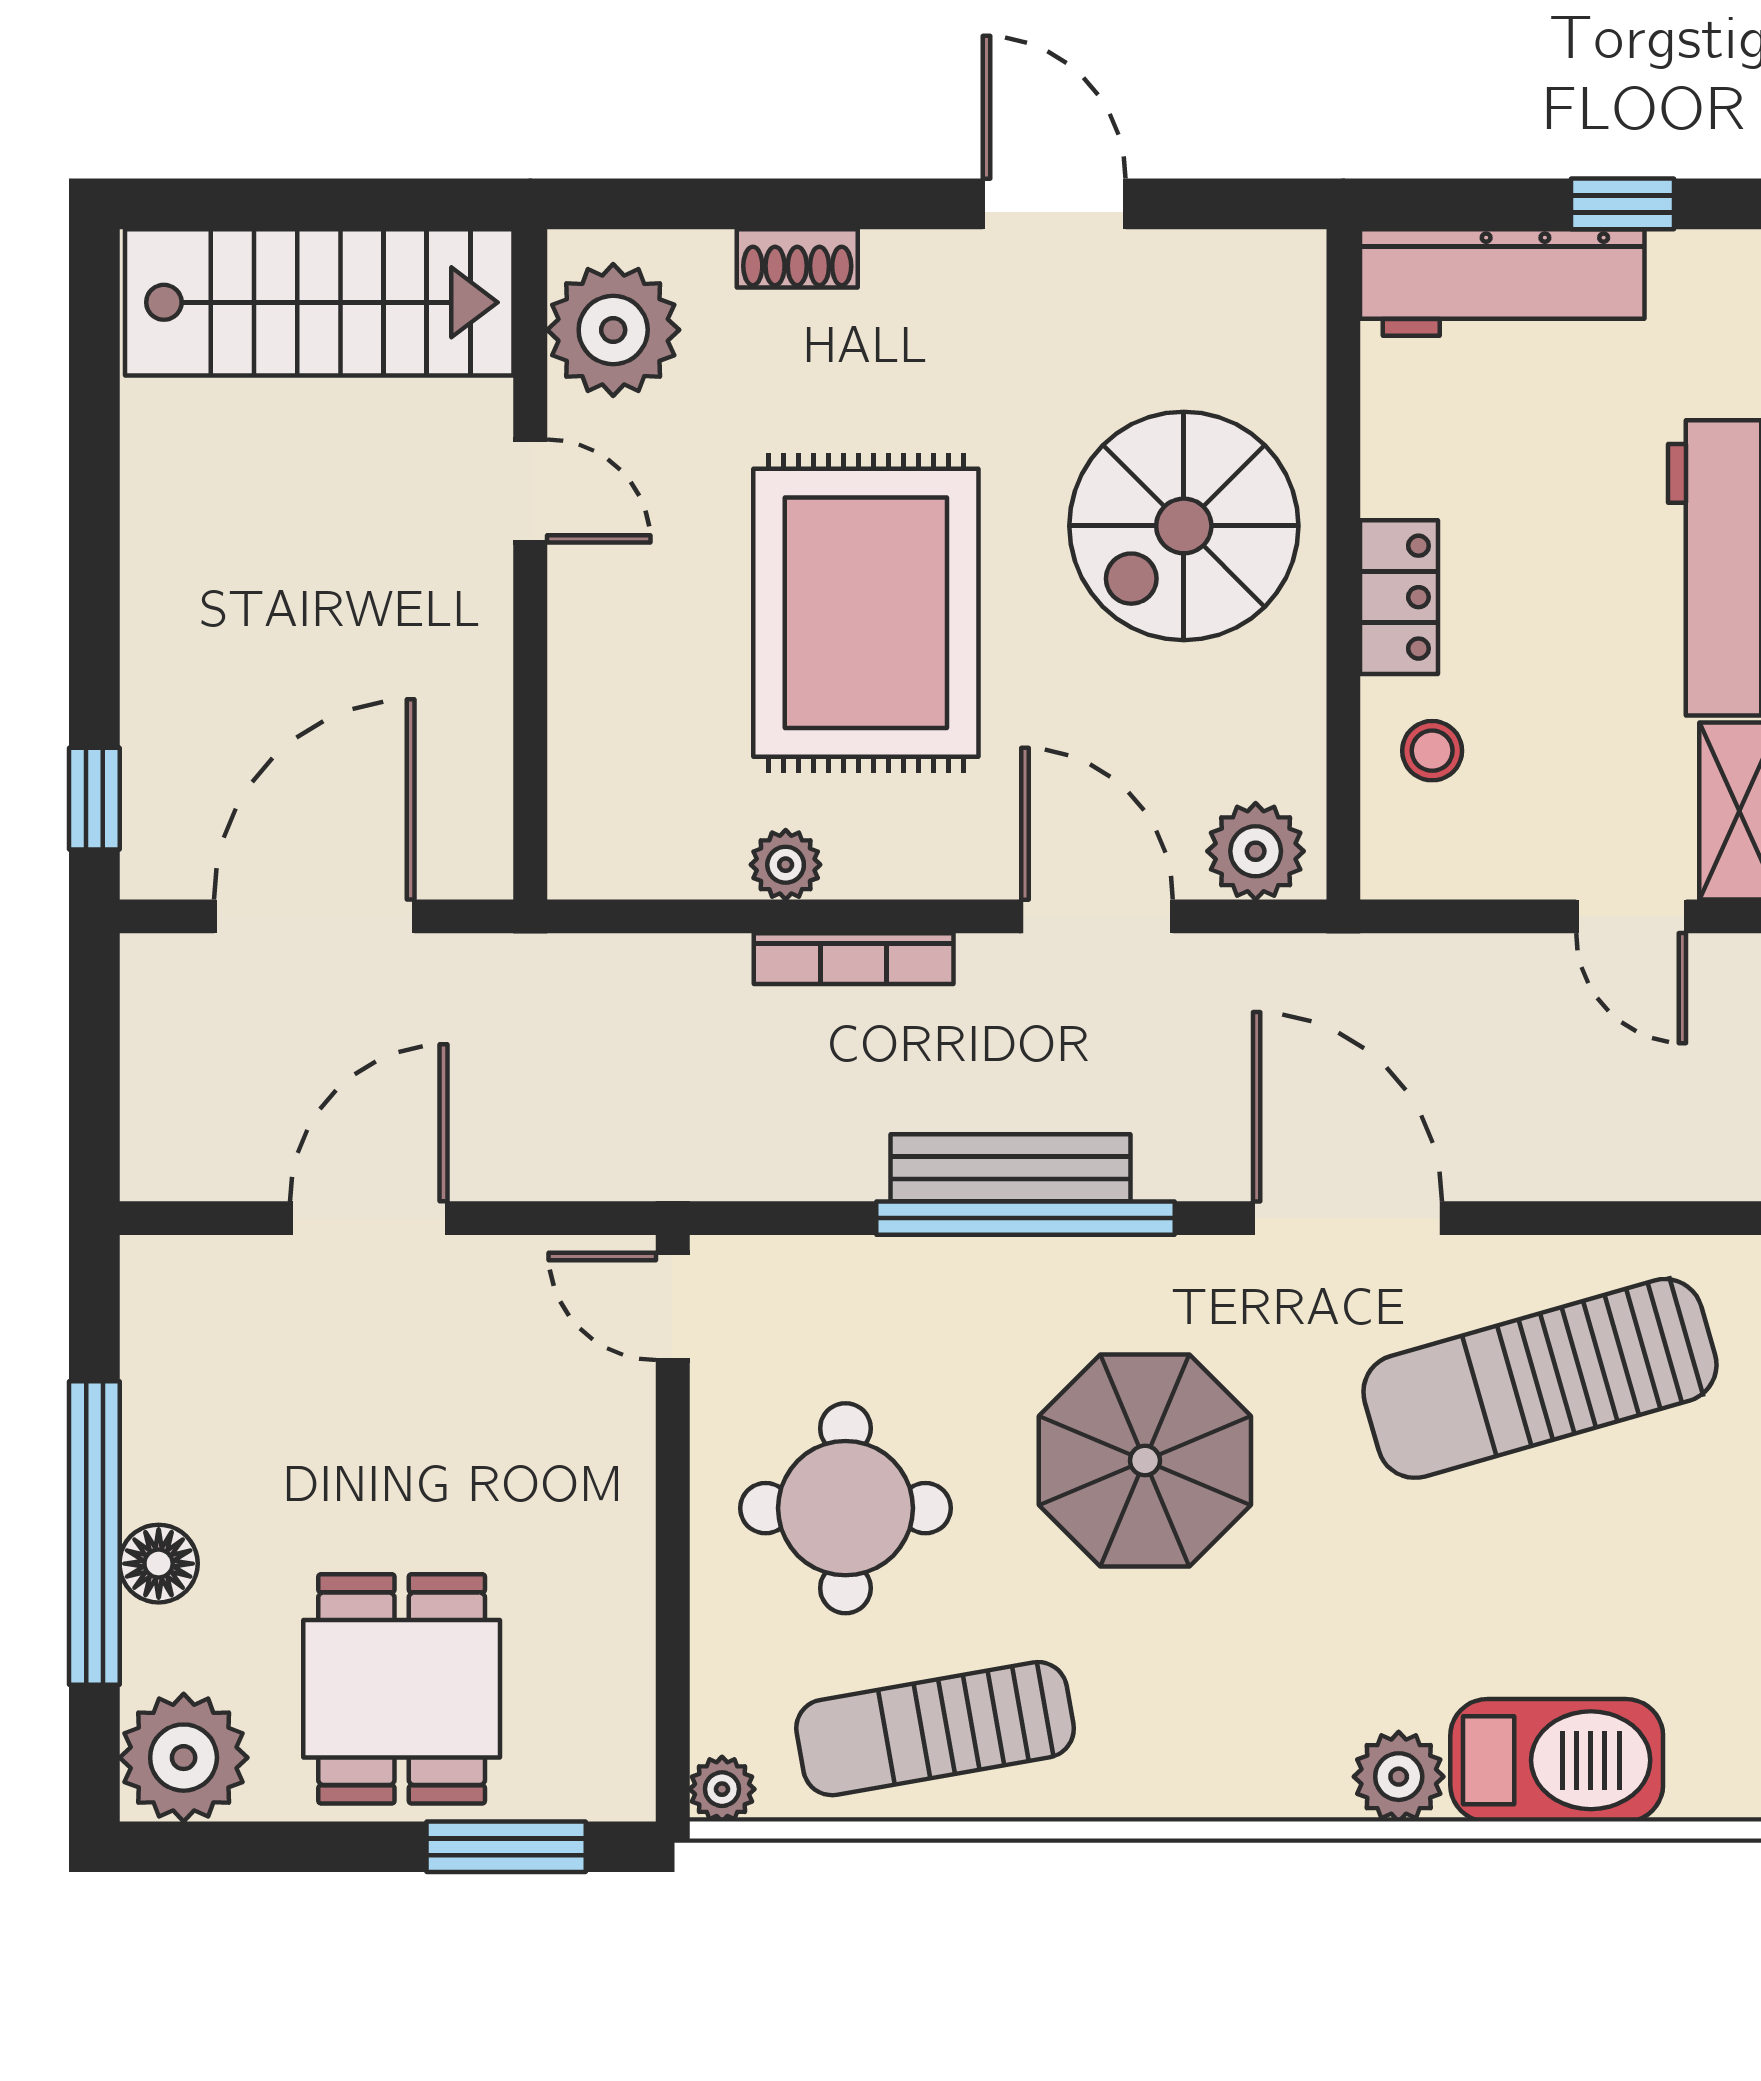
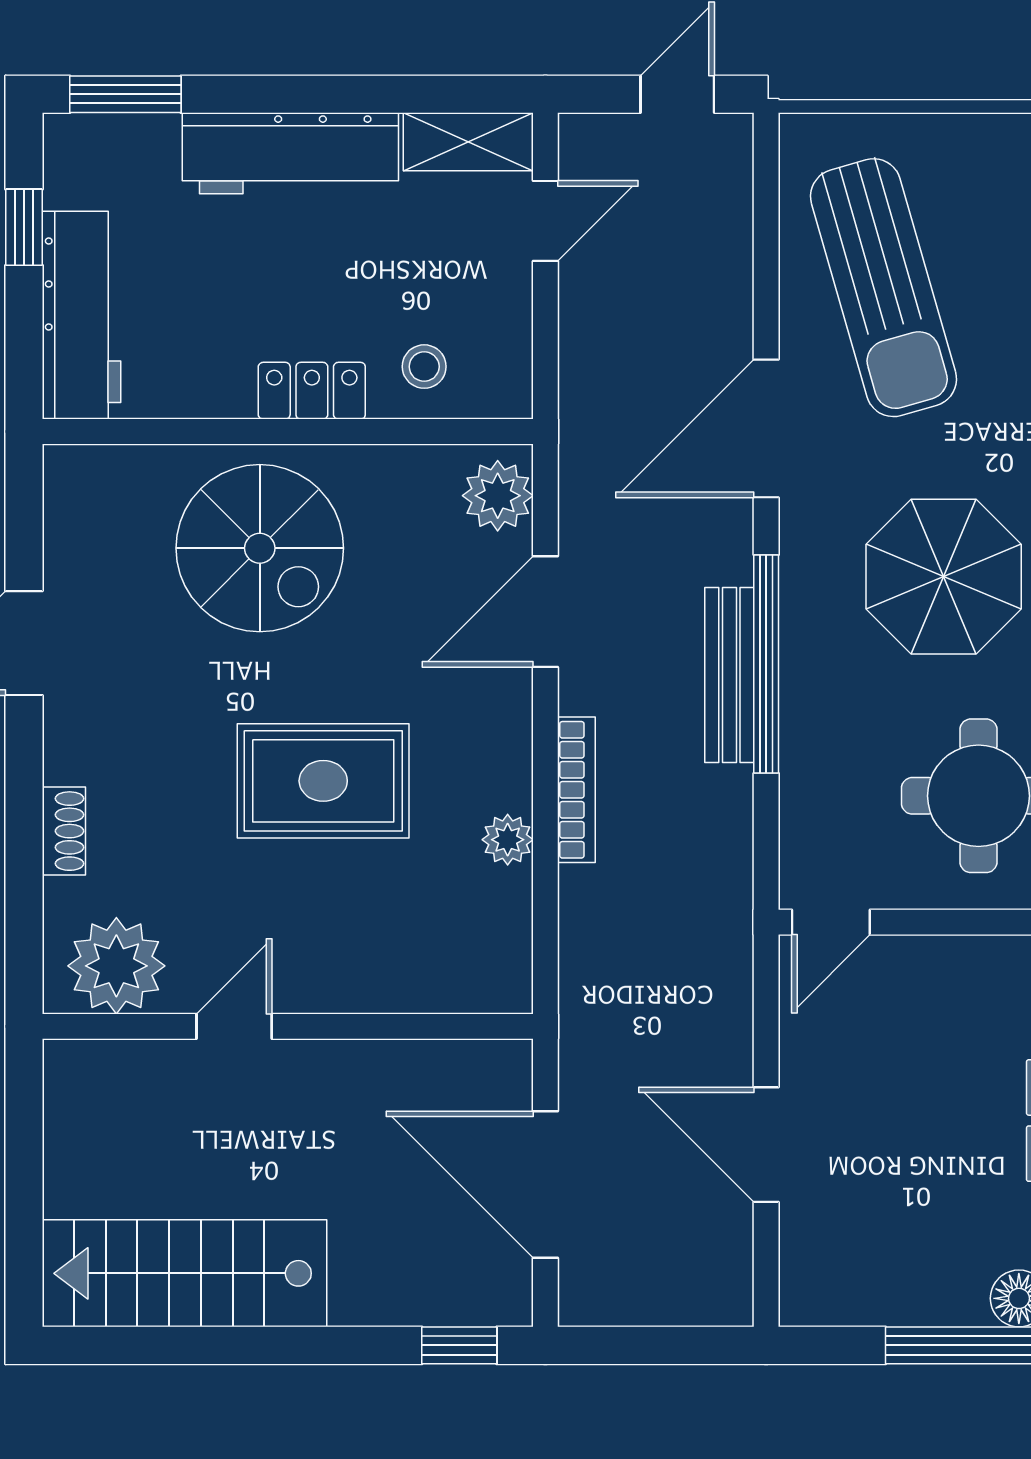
stairs: (319, 302) -> (185, 1273), moved, turned -90
rug: (866, 613) -> (323, 781), width x0.73, depth x0.69

